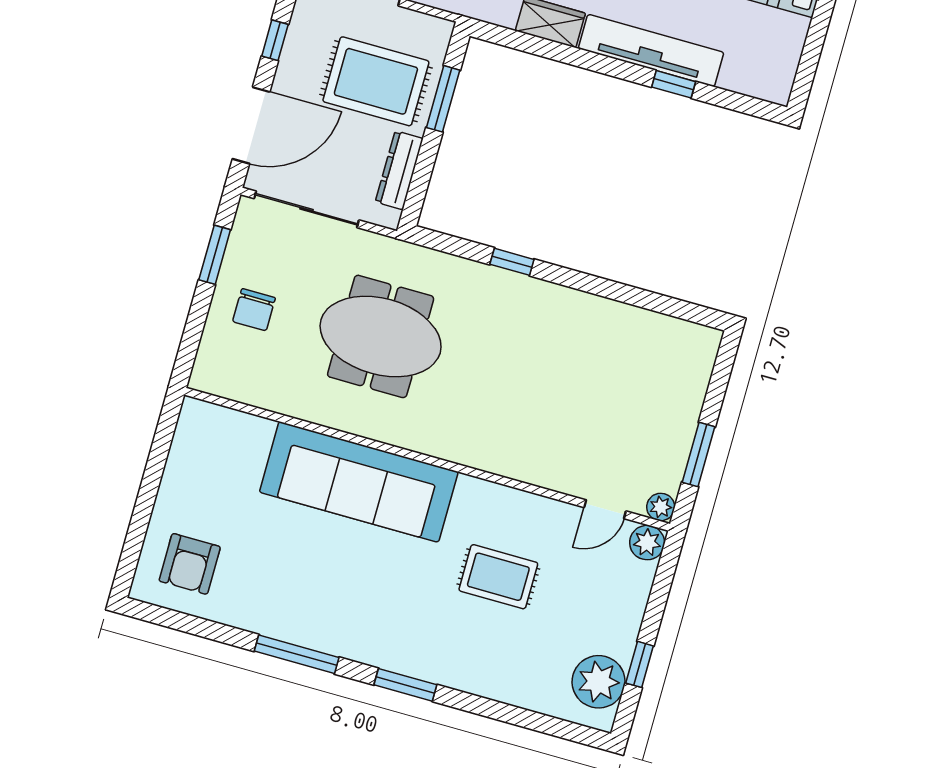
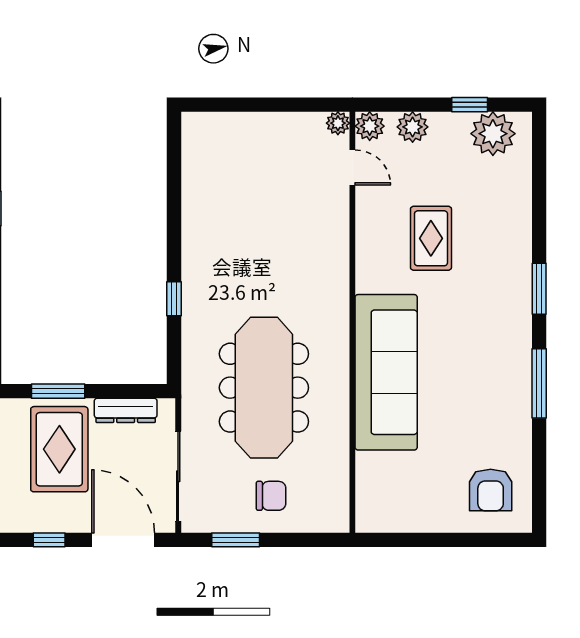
meeting table: (381, 336) -> (264, 388), width x1.36
window: (699, 455) -> (287, 105), removed
armchair: (190, 564) -> (491, 490), turned 90
plant: (632, 591) -> (413, 127), added

